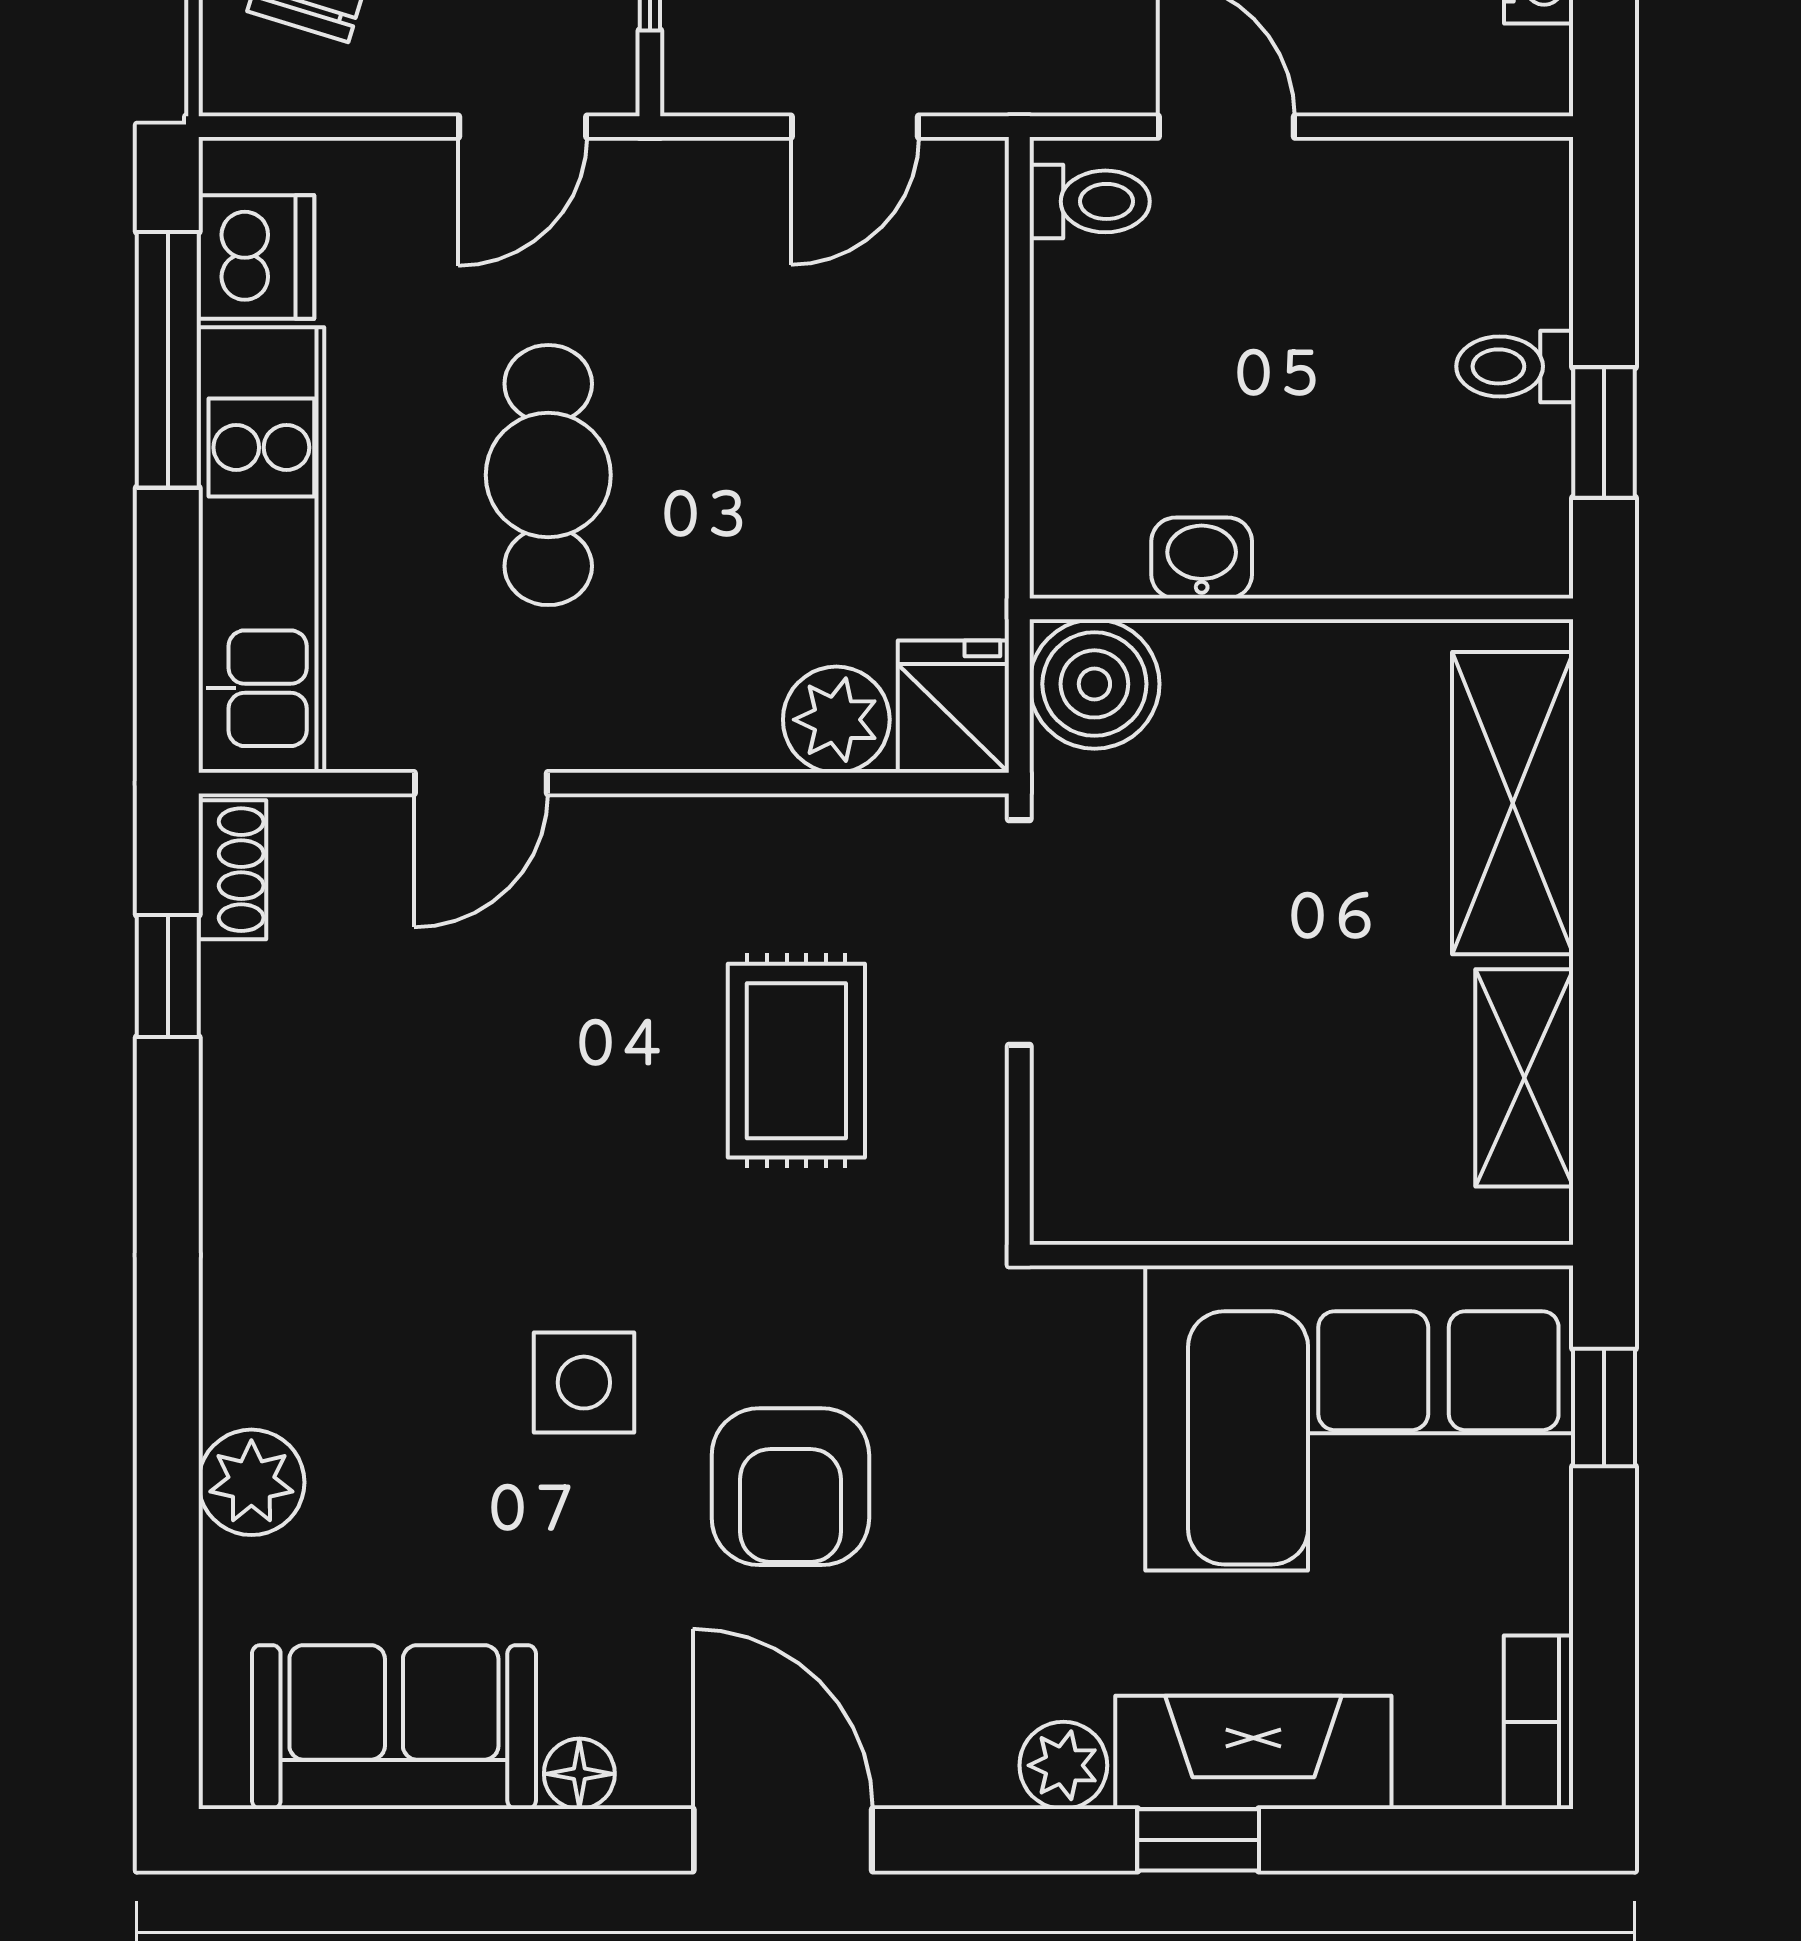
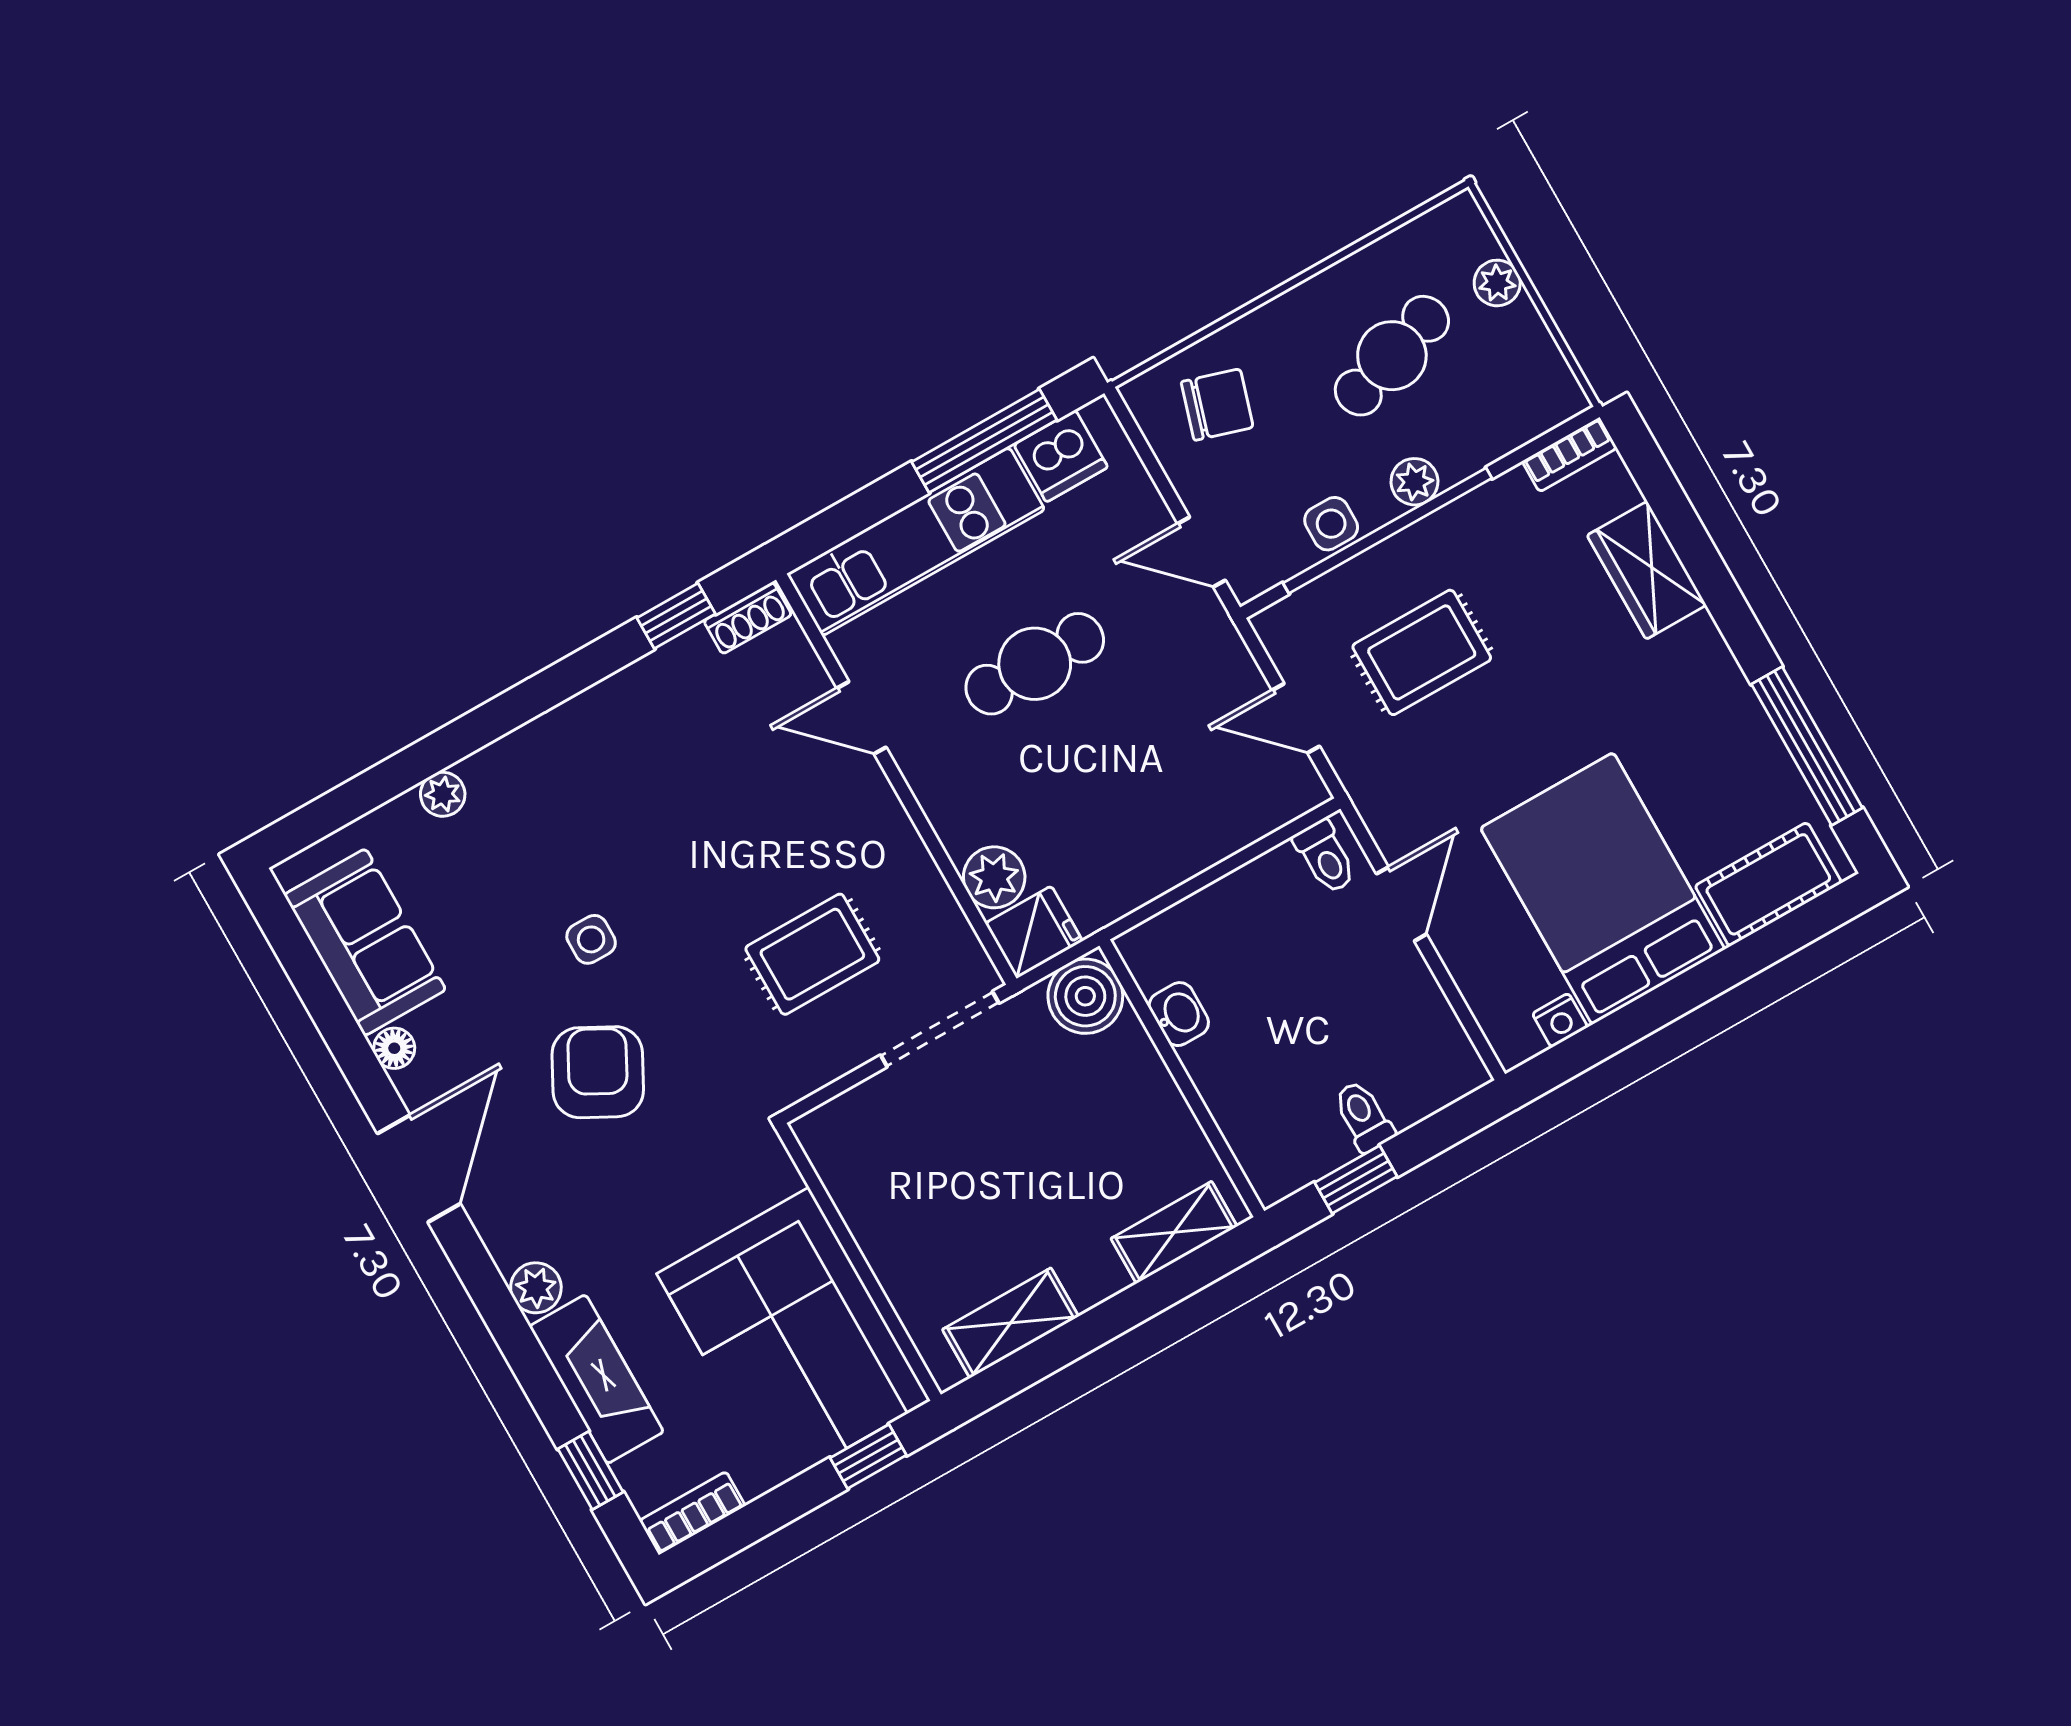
shelving: (1513, 803) -> (1174, 1232), width x0.67, depth x0.75
side table: (584, 1383) -> (591, 939), width x0.73, depth x0.73
plant: (251, 1482) -> (443, 794), width x0.73, depth x0.73
armchair: (790, 1487) -> (598, 1072), turned 118
window: (1198, 1840) -> (590, 1471), moved

